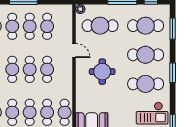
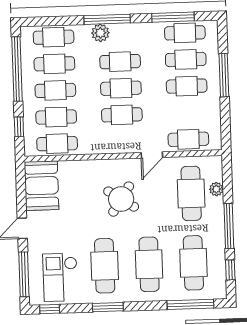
plant: (80, 9) -> (216, 189), moved
cafe table: (47, 26) -> (188, 139), moved
window: (173, 29) -> (190, 304), width x1.44
round table: (102, 72) -> (121, 199), turned 33
window: (173, 73) -> (108, 307), moved

